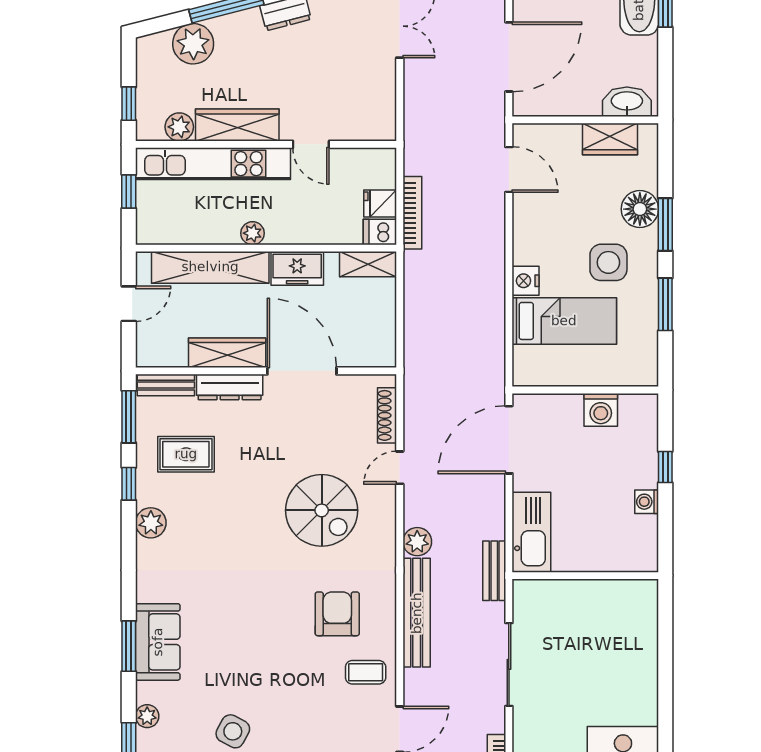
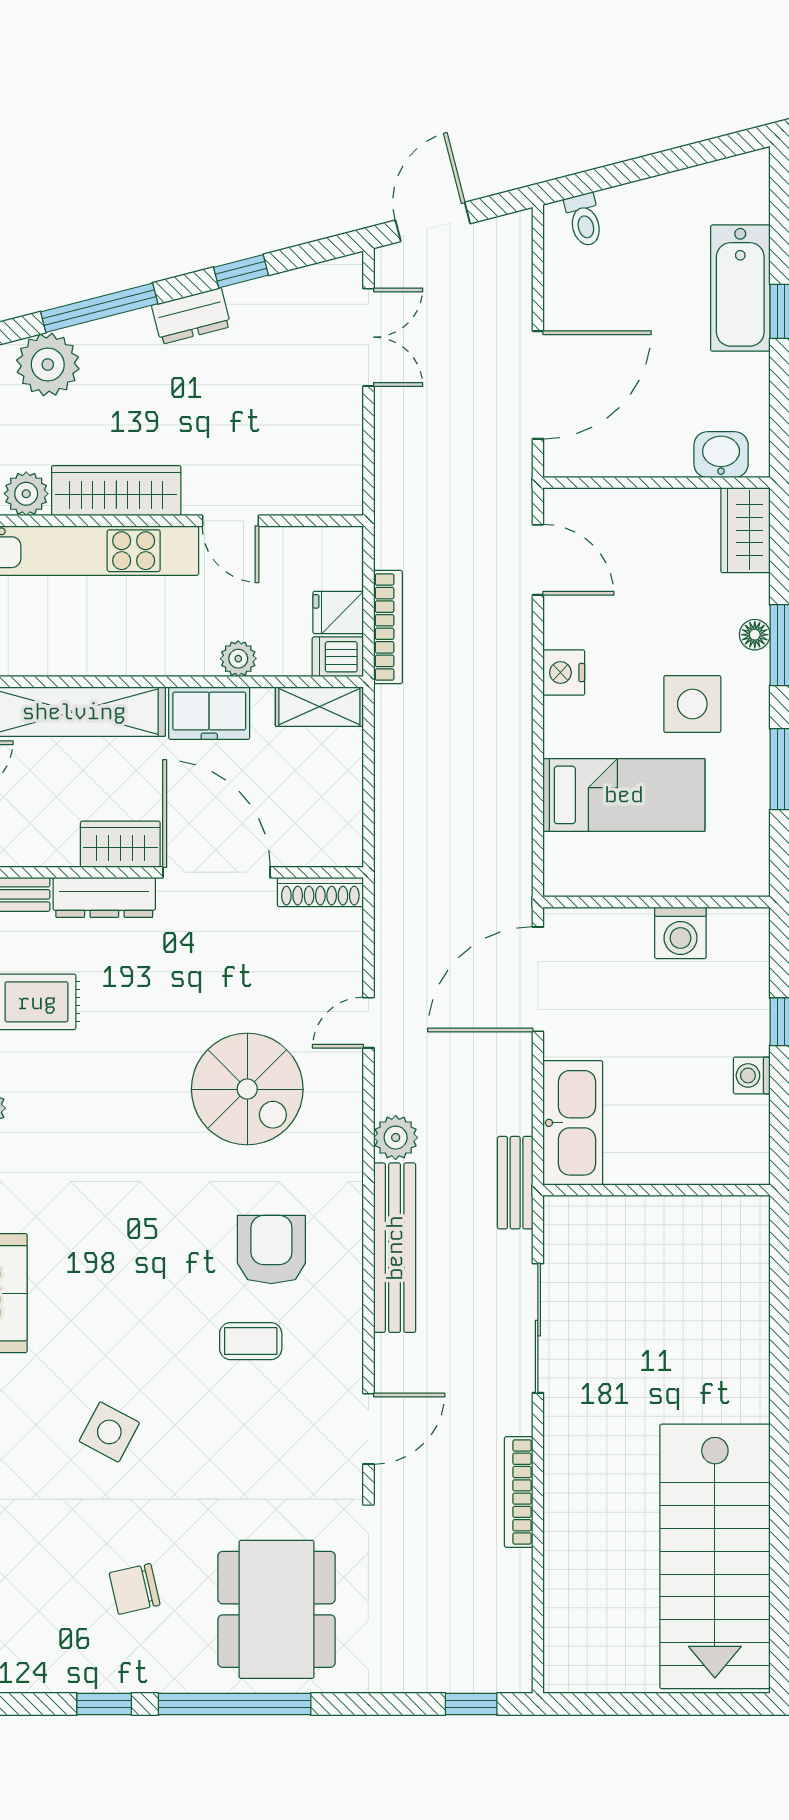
washbasin: (627, 102) -> (721, 455), width x0.72
wardrobe: (610, 139) -> (745, 530), moved, turned 90
floor lamp: (640, 209) -> (755, 635), width x0.53, depth x0.53
plant: (253, 233) -> (238, 659), moved
nightstand: (526, 281) -> (564, 673), moved
wardrobe: (227, 353) -> (120, 844), width x0.67
shoe rack: (387, 415) -> (320, 892), moved, turned -90
coffee table: (366, 672) -> (251, 1341), moved

